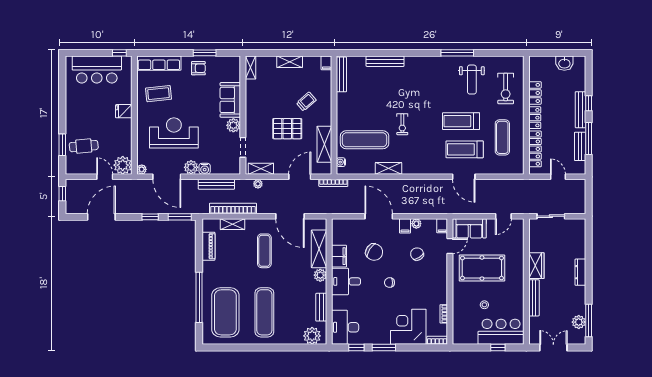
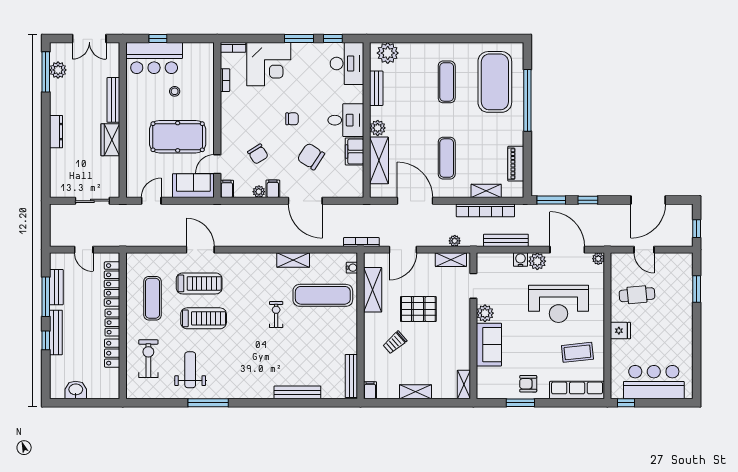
cafe table: (84, 146) -> (637, 295), moved
plant: (123, 165) -> (622, 264), removed
exercise mat: (264, 312) -> (447, 82), width x0.73, depth x0.69

